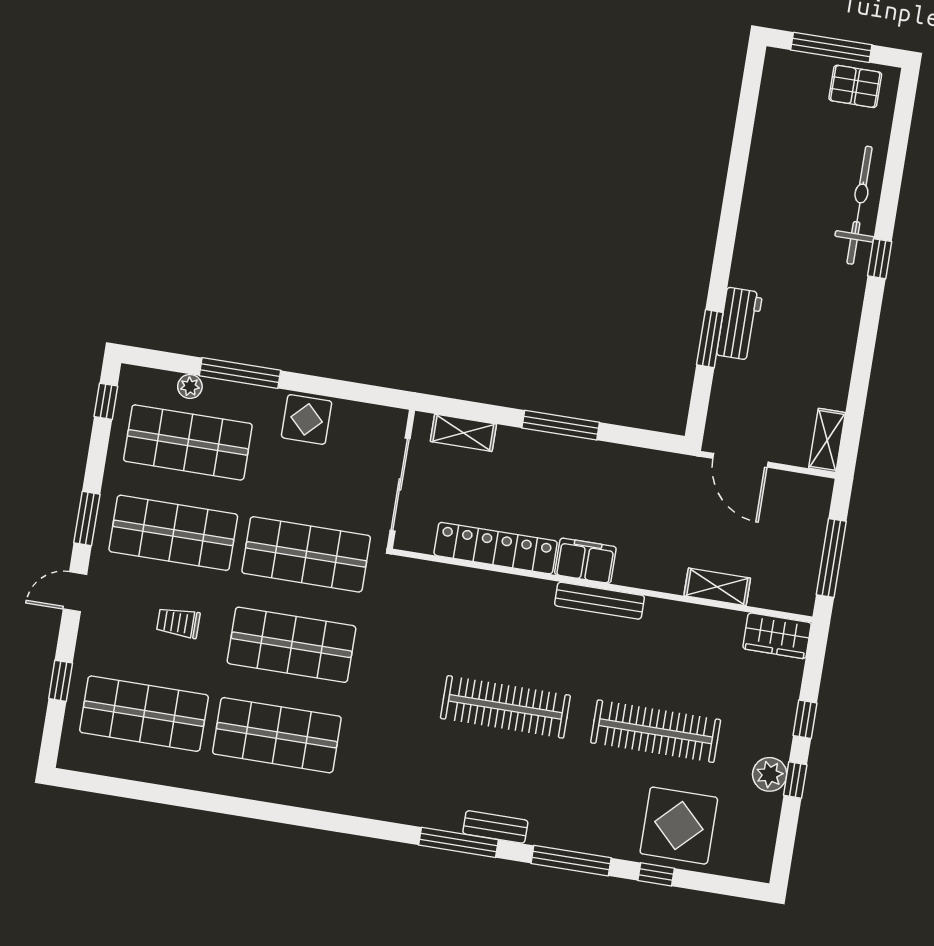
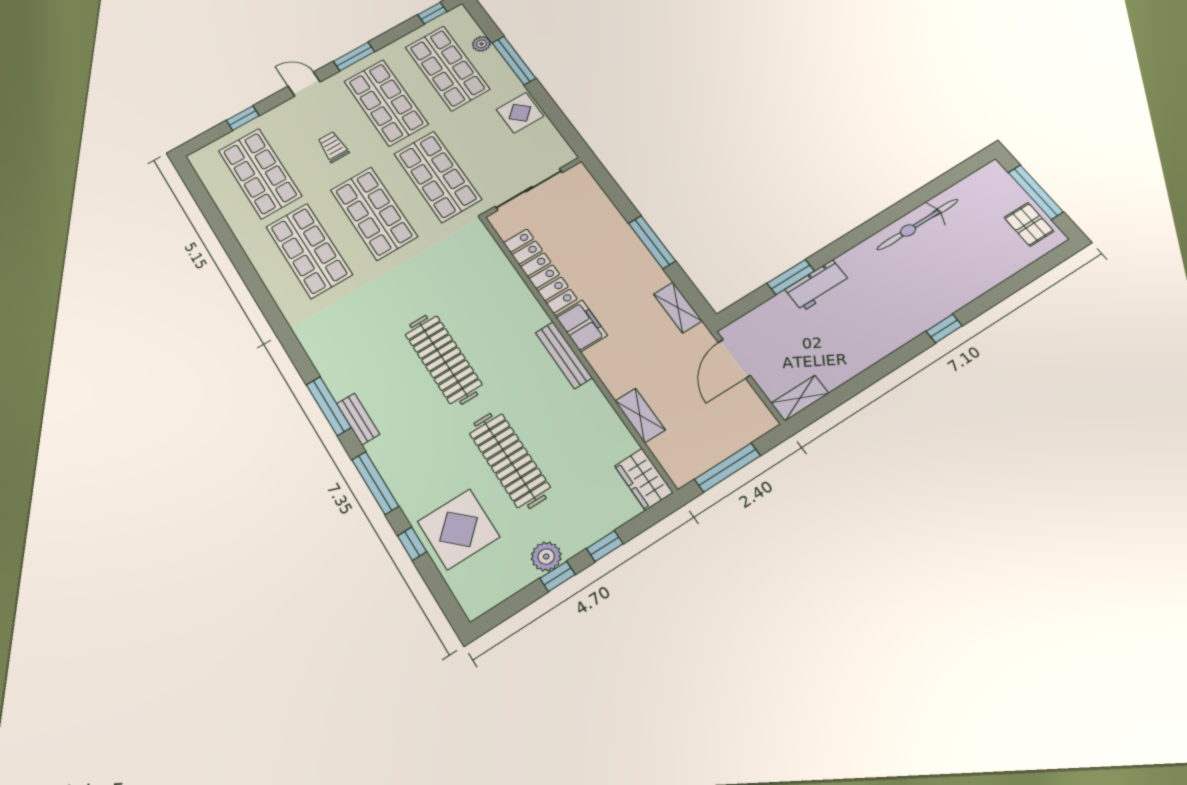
bicycle: (860, 205) -> (918, 224), moved, turned 180
shelving: (463, 433) -> (678, 308), moved

